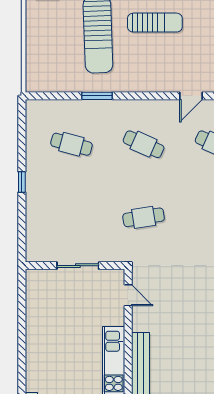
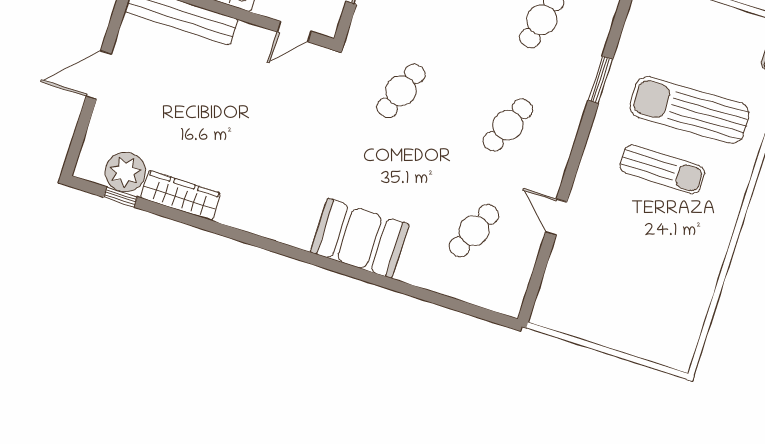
sun lounger: (155, 23) -> (662, 169), moved, turned -90
cafe table: (144, 217) -> (401, 91), turned 30

